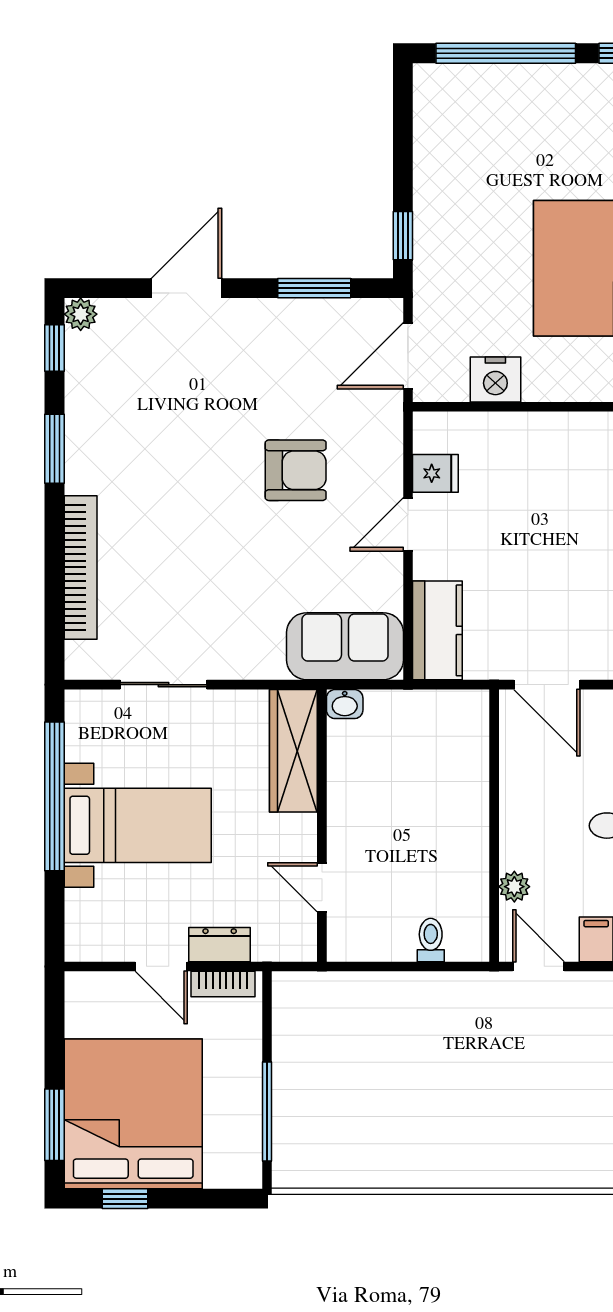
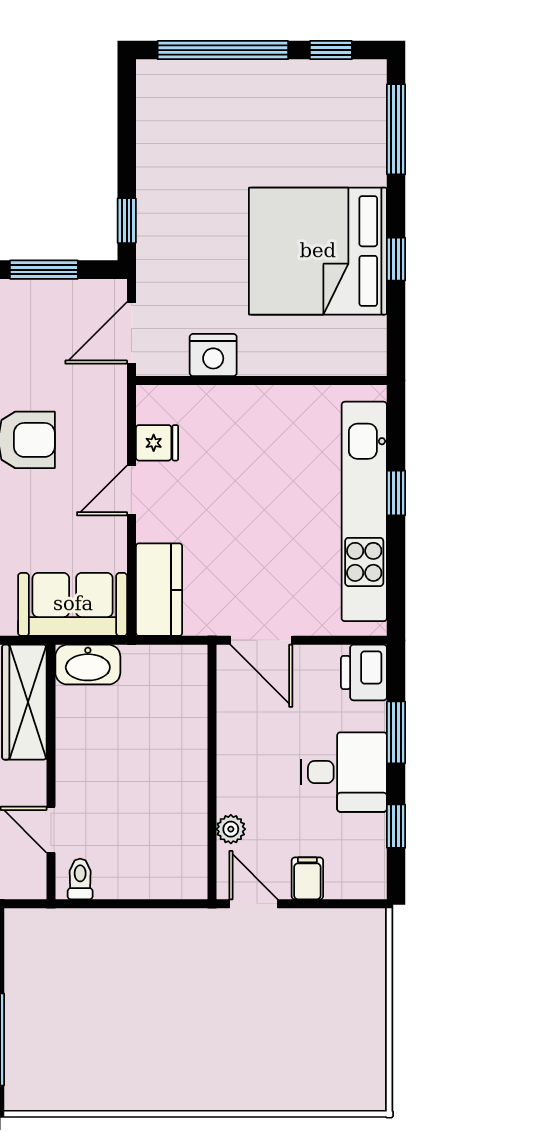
washbasin: (345, 704) -> (88, 665), width x1.91, depth x1.45
toilet: (431, 940) -> (80, 879), moved

